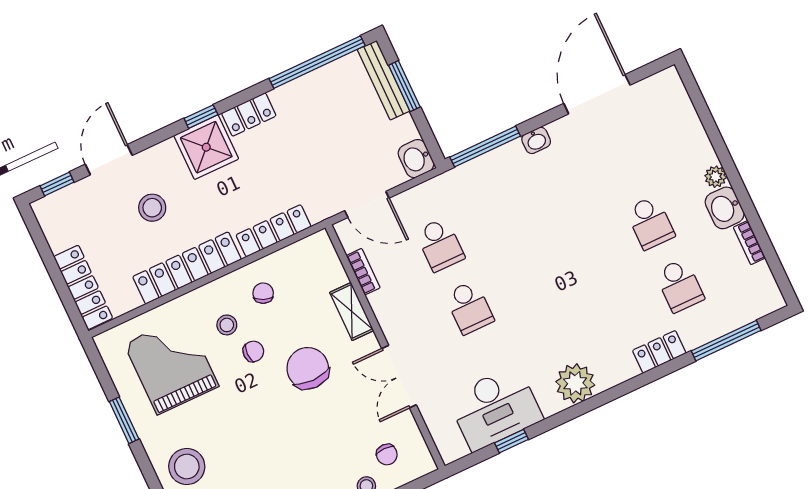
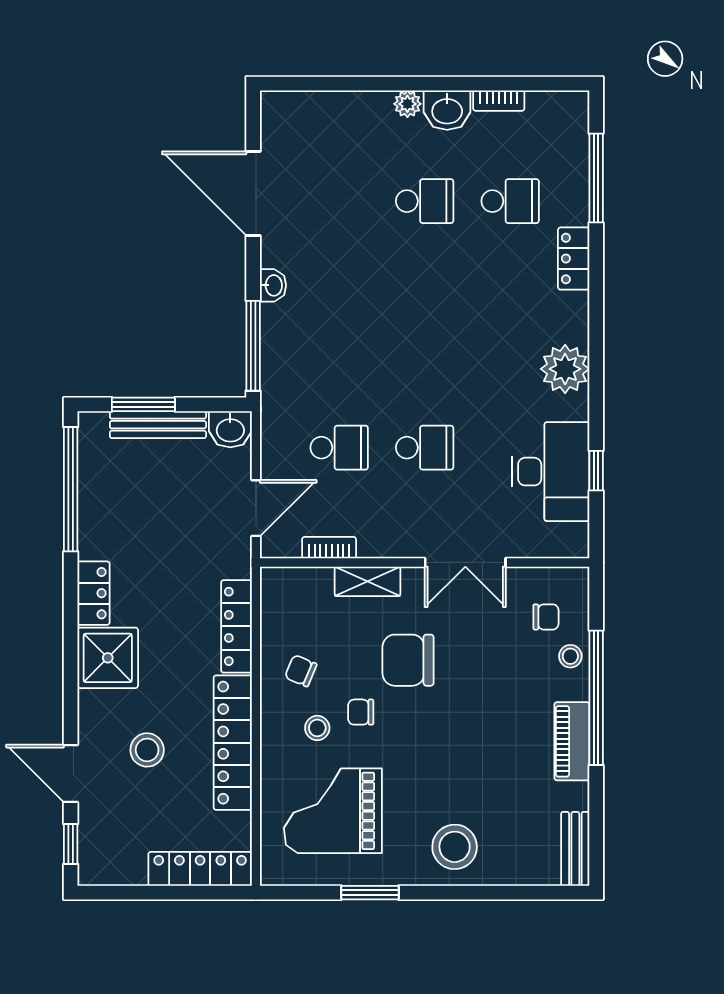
bench: (383, 80) -> (158, 425), moved
window: (201, 117) -> (71, 648), removed
chair: (253, 351) -> (361, 712), turned -90

